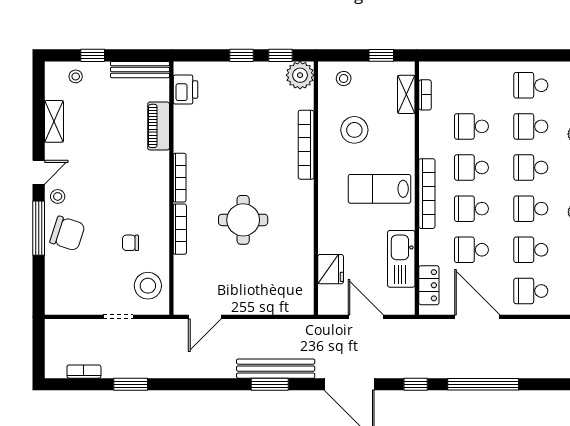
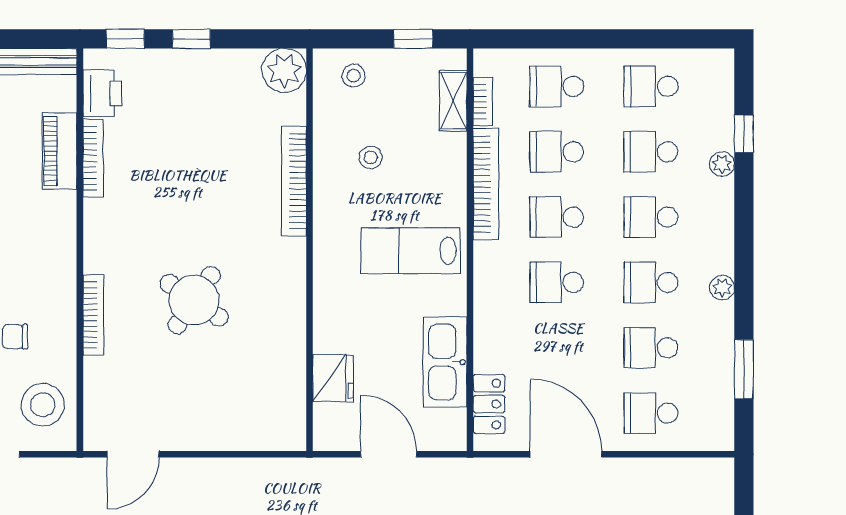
window: (281, 55) -> (125, 39), moved
stool: (354, 130) -> (371, 157), width x0.53, depth x0.53
bookcase: (180, 178) -> (93, 158), moved
bookcase: (427, 194) -> (486, 184), moved
round table: (243, 220) -> (194, 300), turned 34
school desk: (471, 250) -> (557, 86), moved

